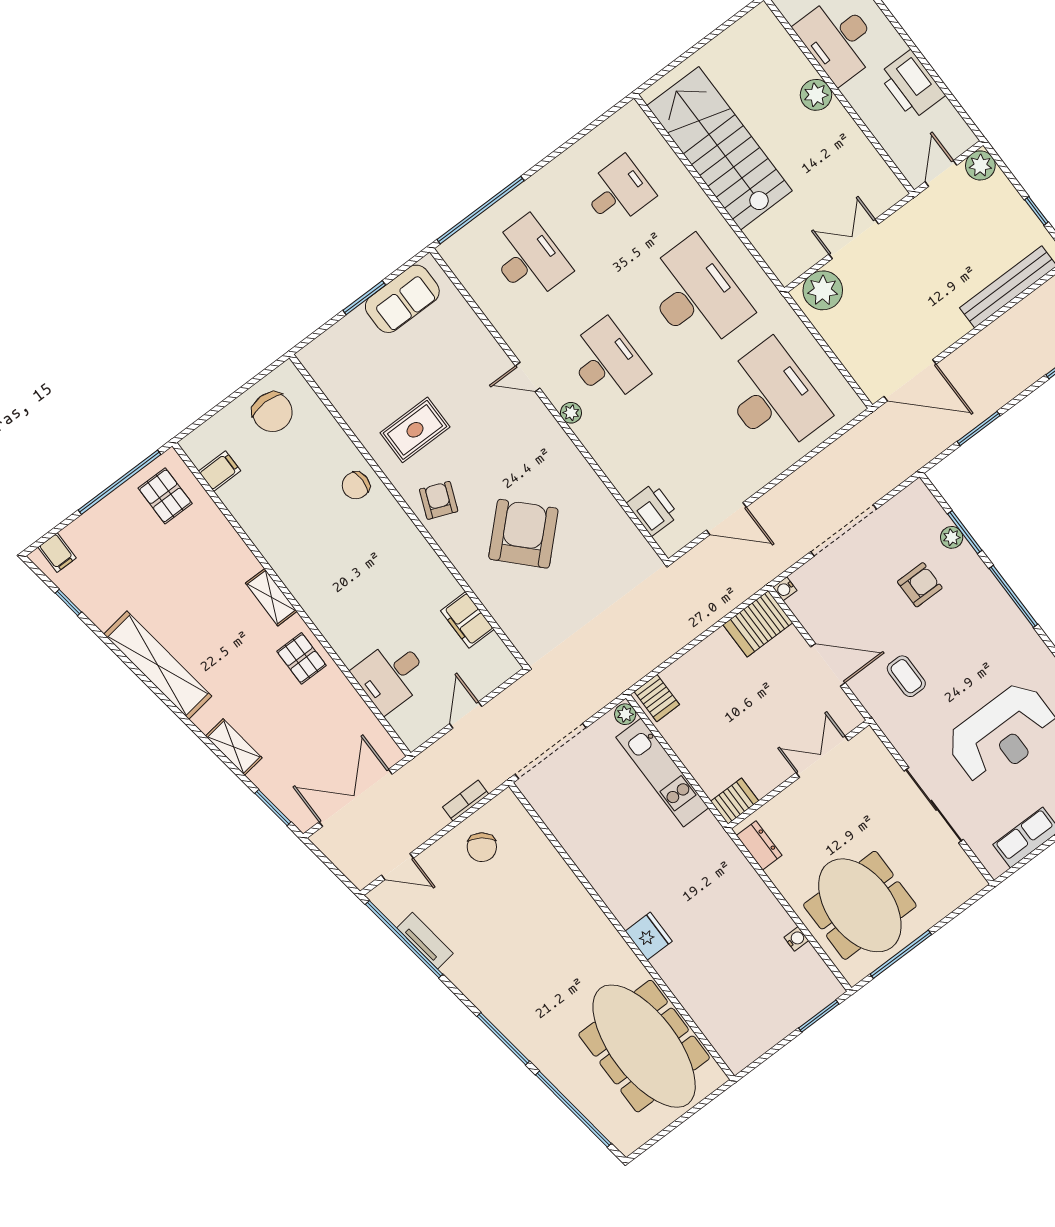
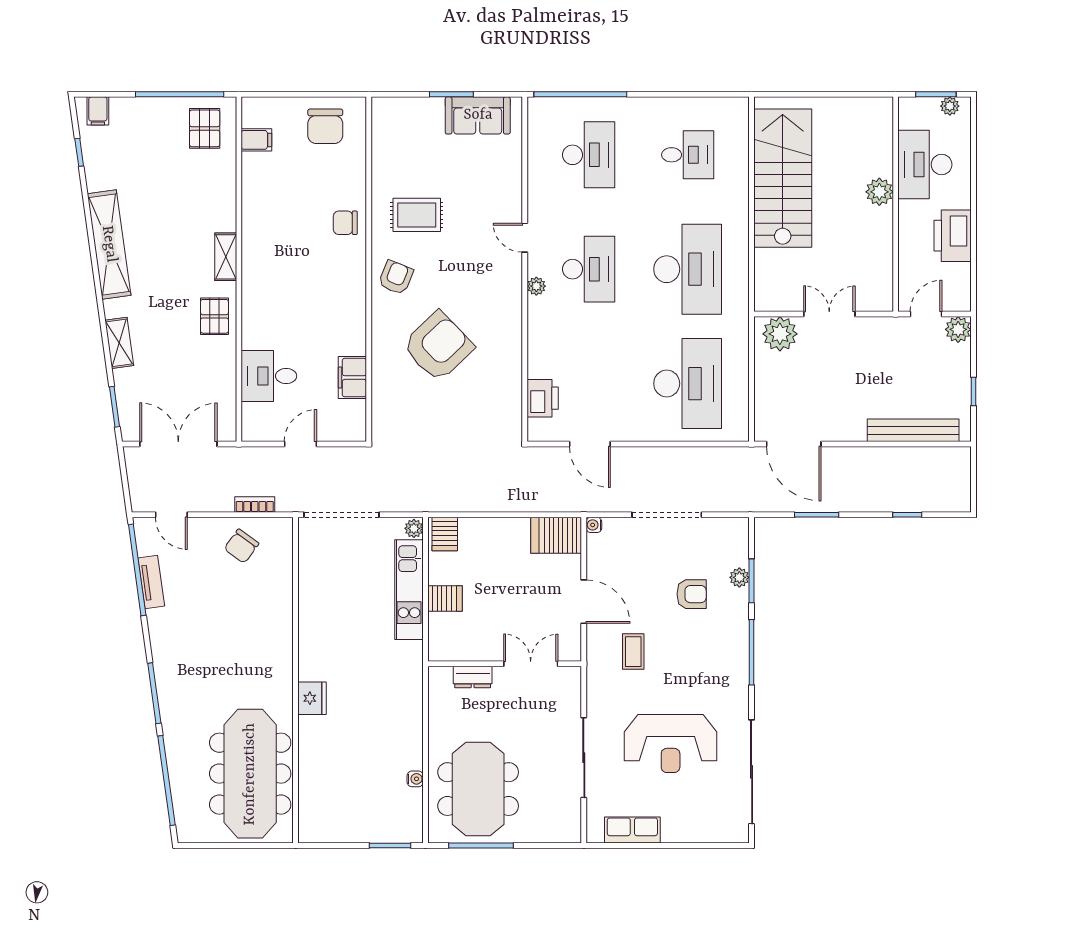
server rack: (735, 801) -> (445, 599), moved
dresser: (759, 845) -> (473, 677), moved, turned 90

